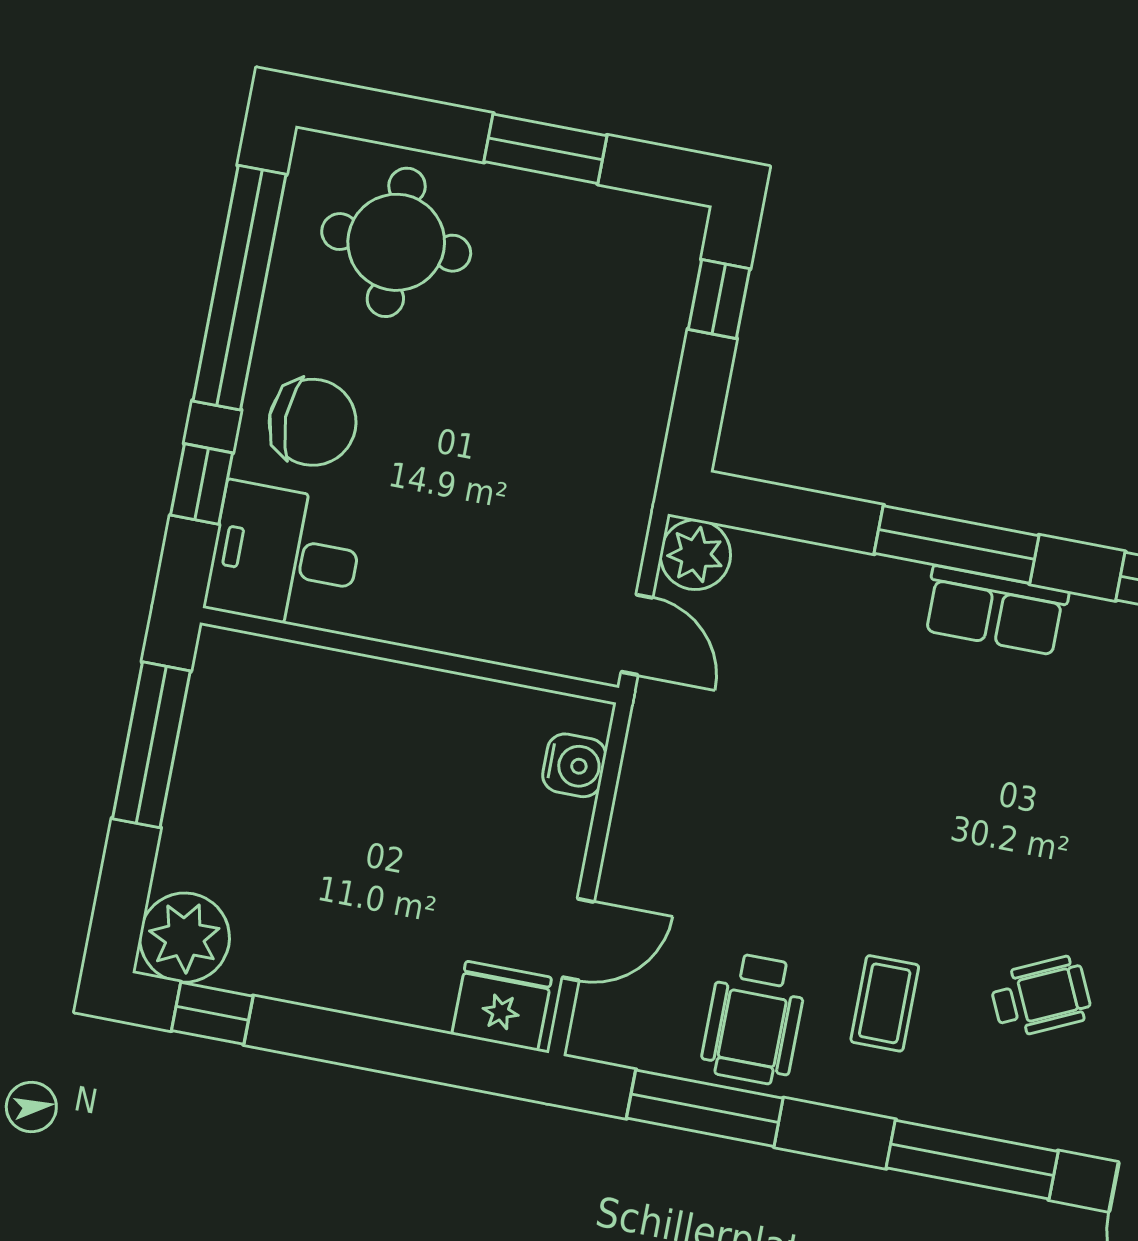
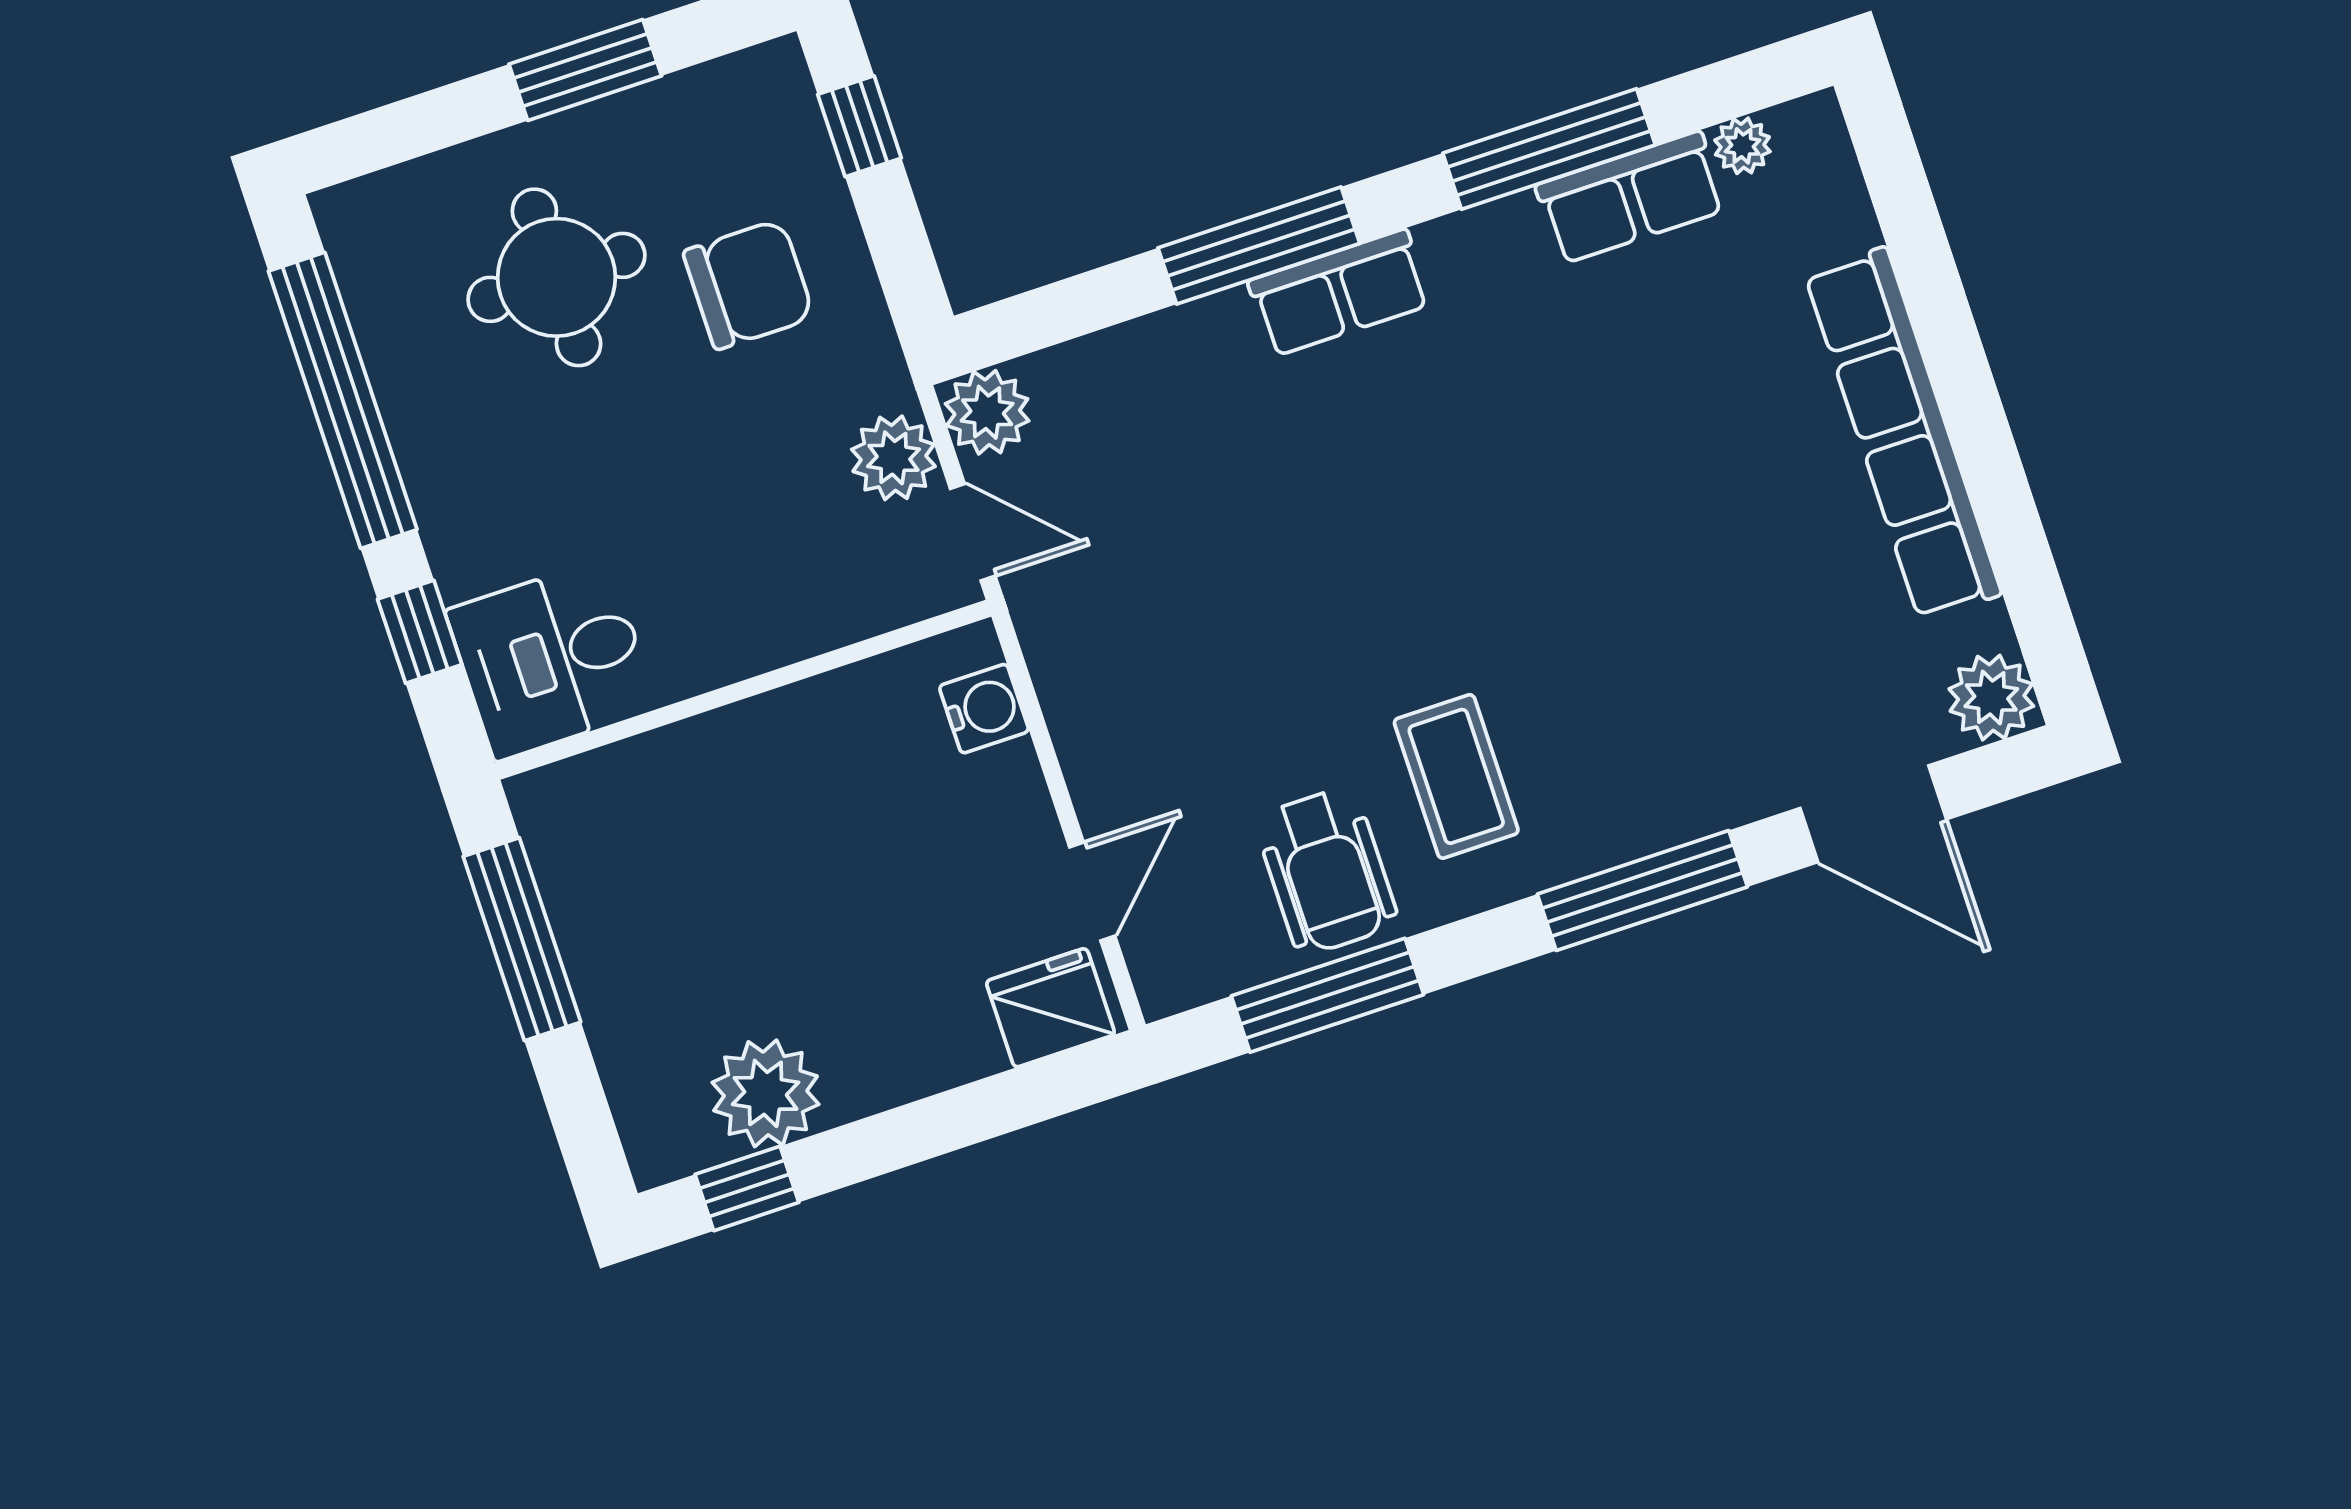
round table: (396, 242) -> (556, 277), moved
chair: (313, 422) -> (749, 284), moved
plant: (610, 550) -> (893, 458), added
plant: (185, 938) -> (766, 1093), moved
wheelchair: (1041, 997) -> (1618, 676), removed
coffee table: (885, 1003) -> (1456, 776), width x1.36, depth x1.30

